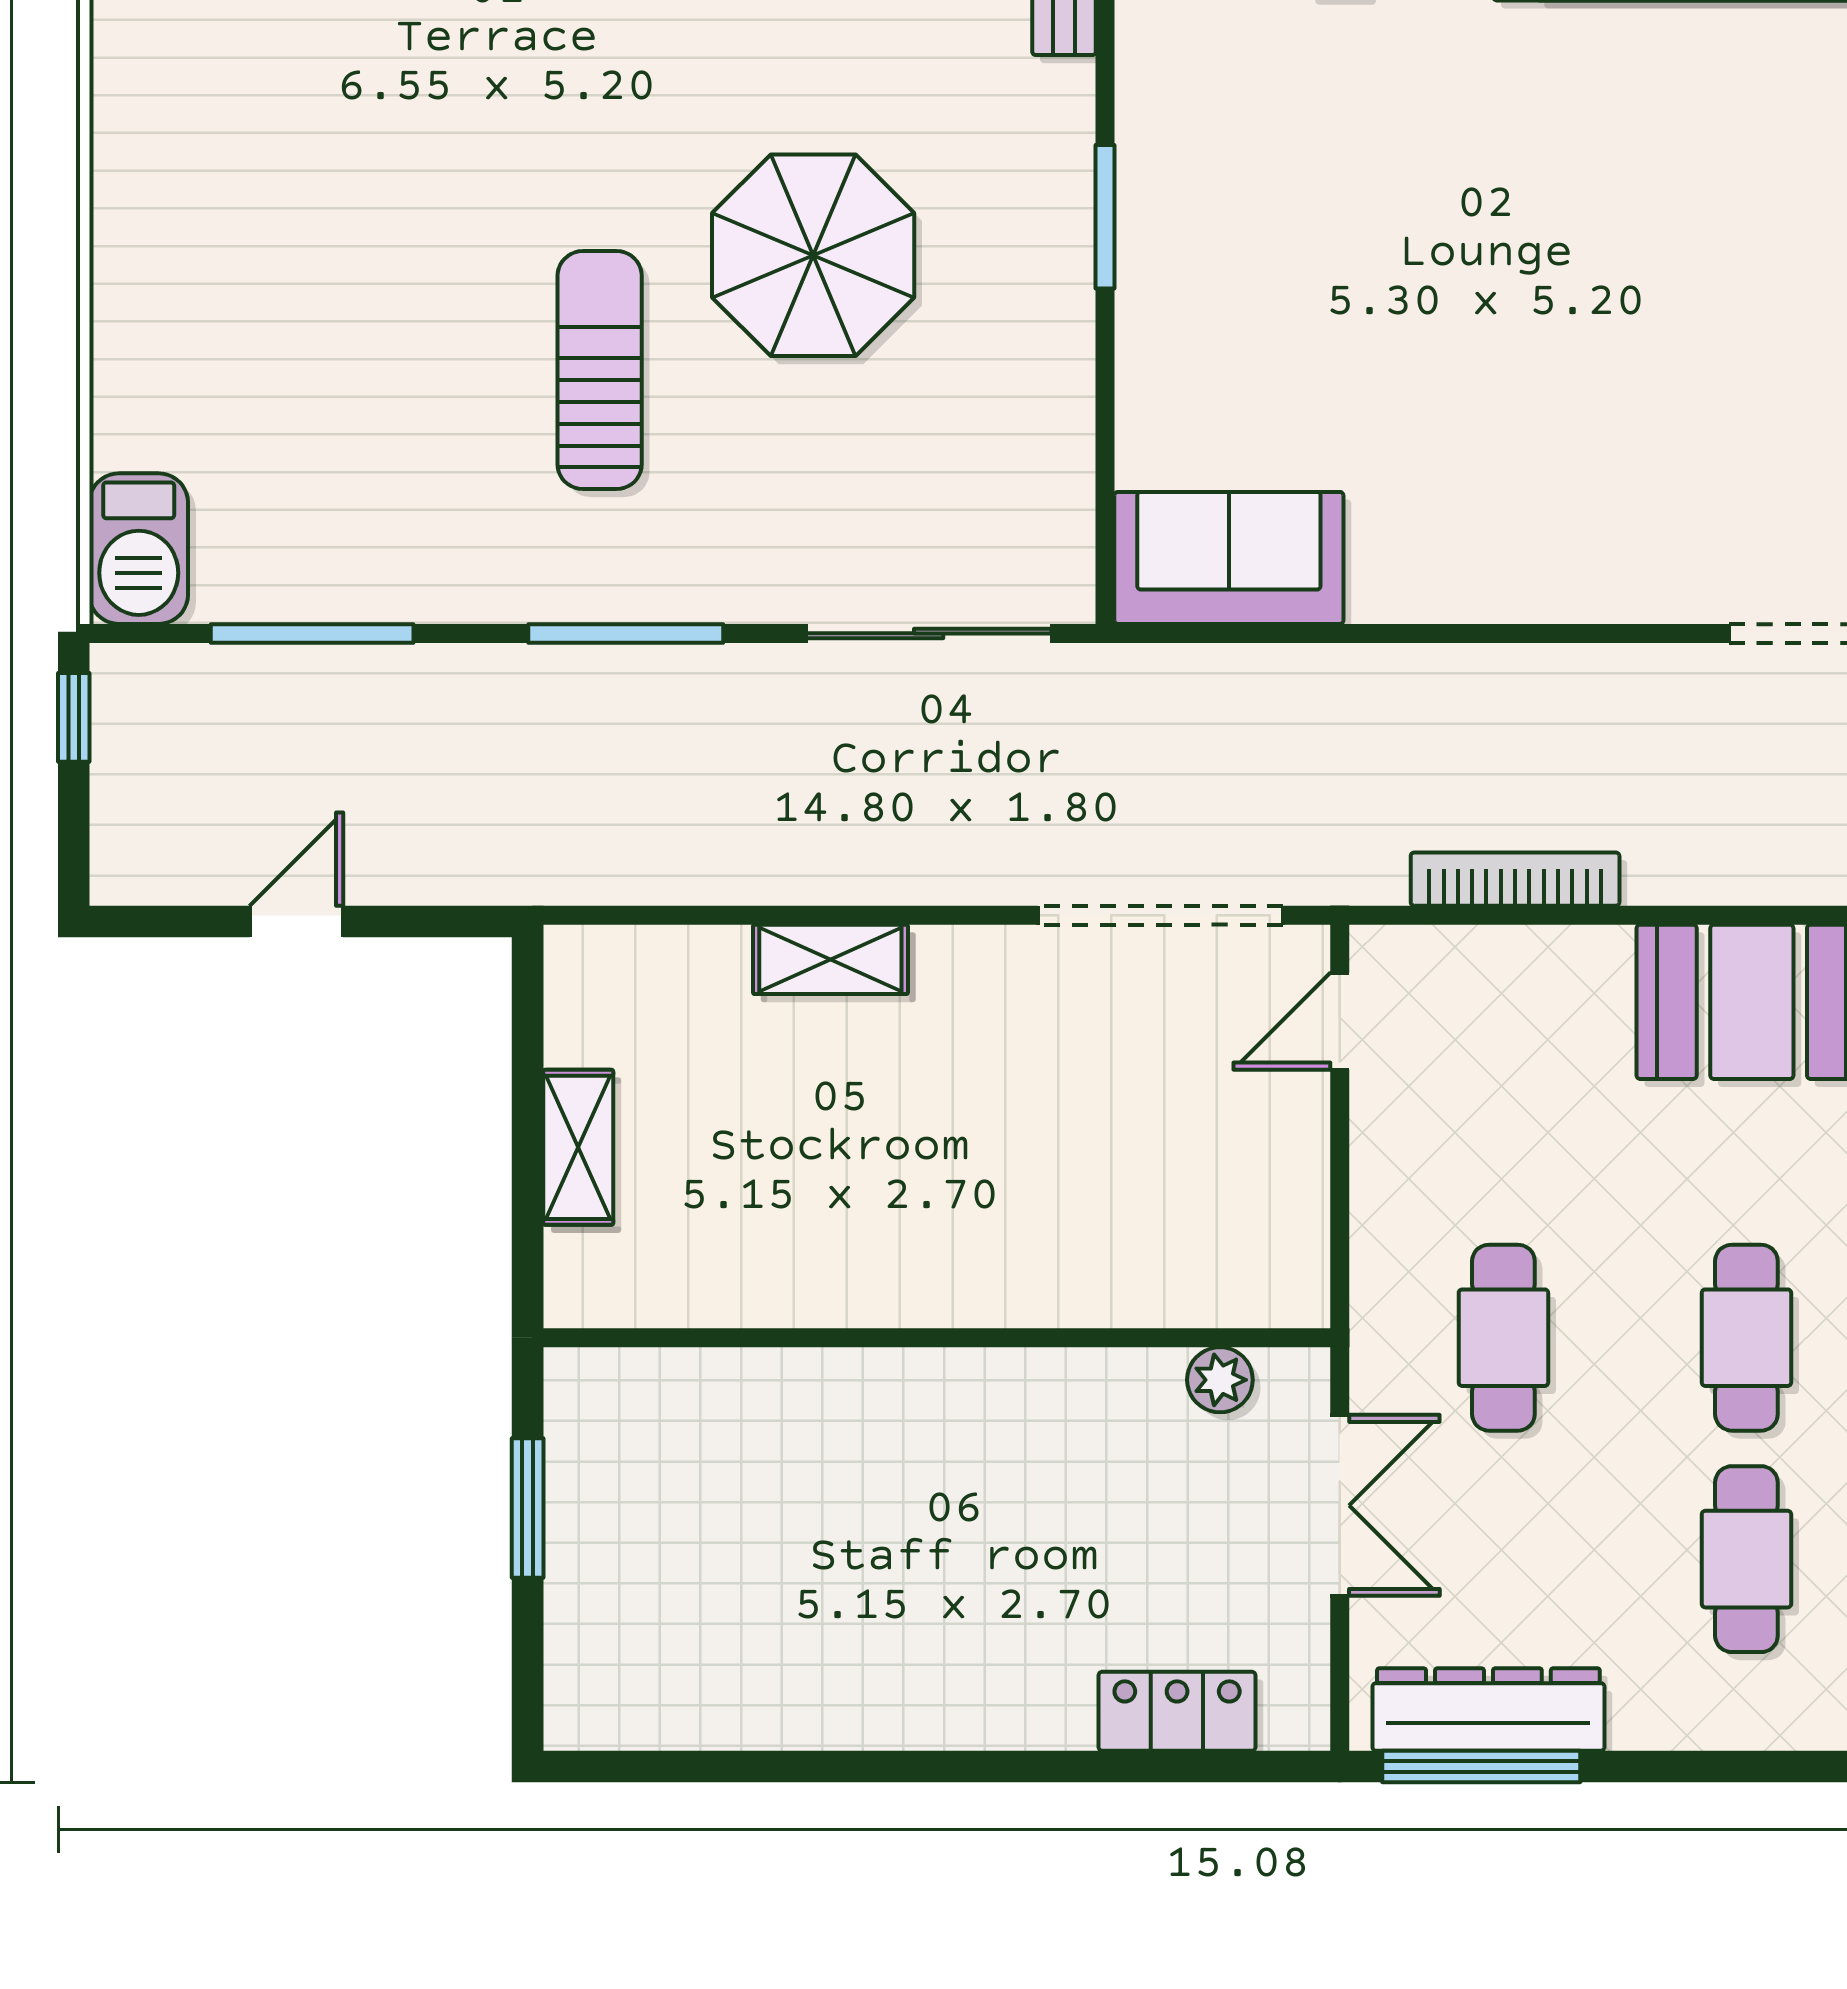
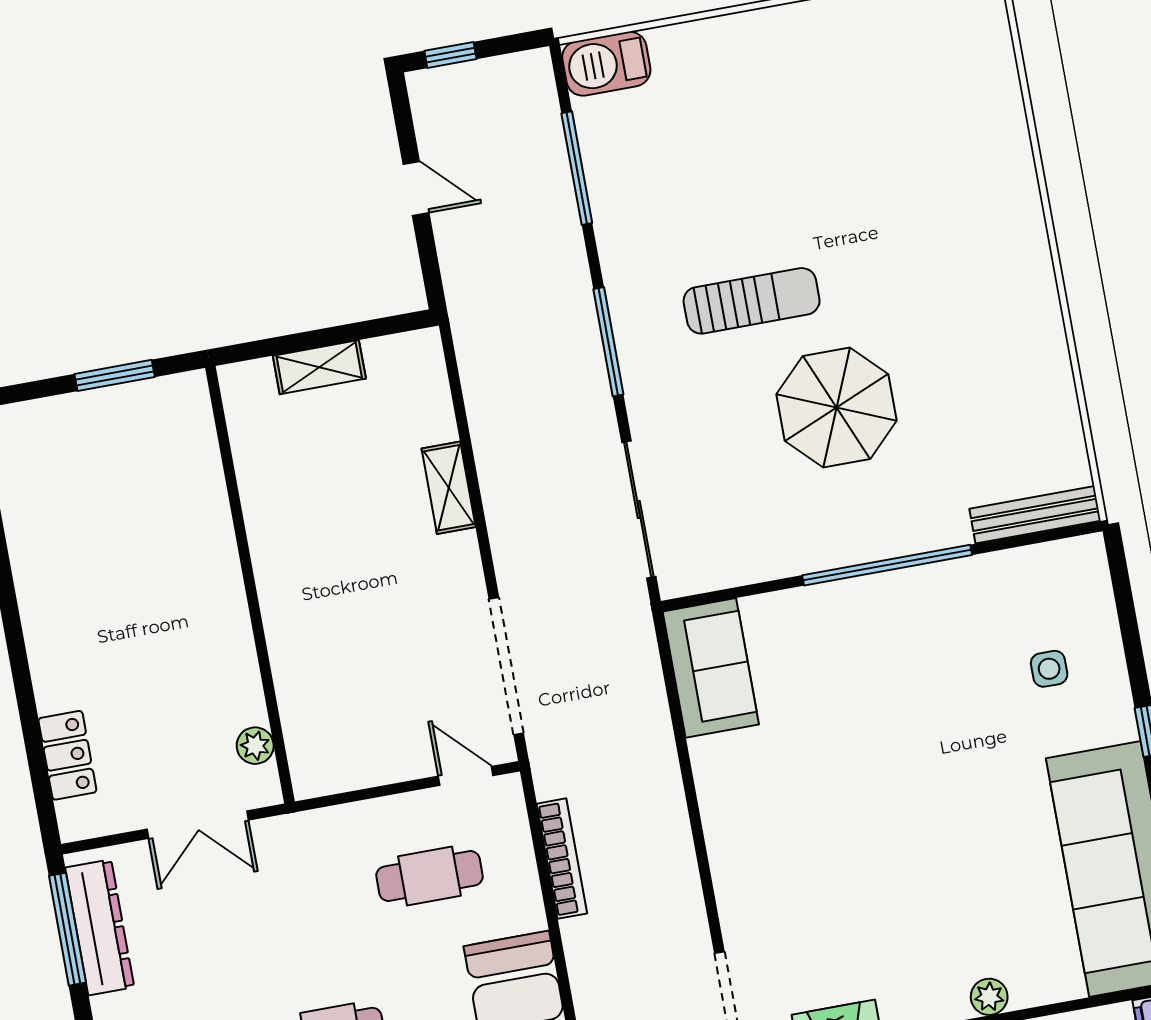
window: (1105, 217) -> (887, 565), width x2.11
window: (74, 717) -> (450, 55), moved
cafe table: (1503, 1338) -> (429, 876), moved

